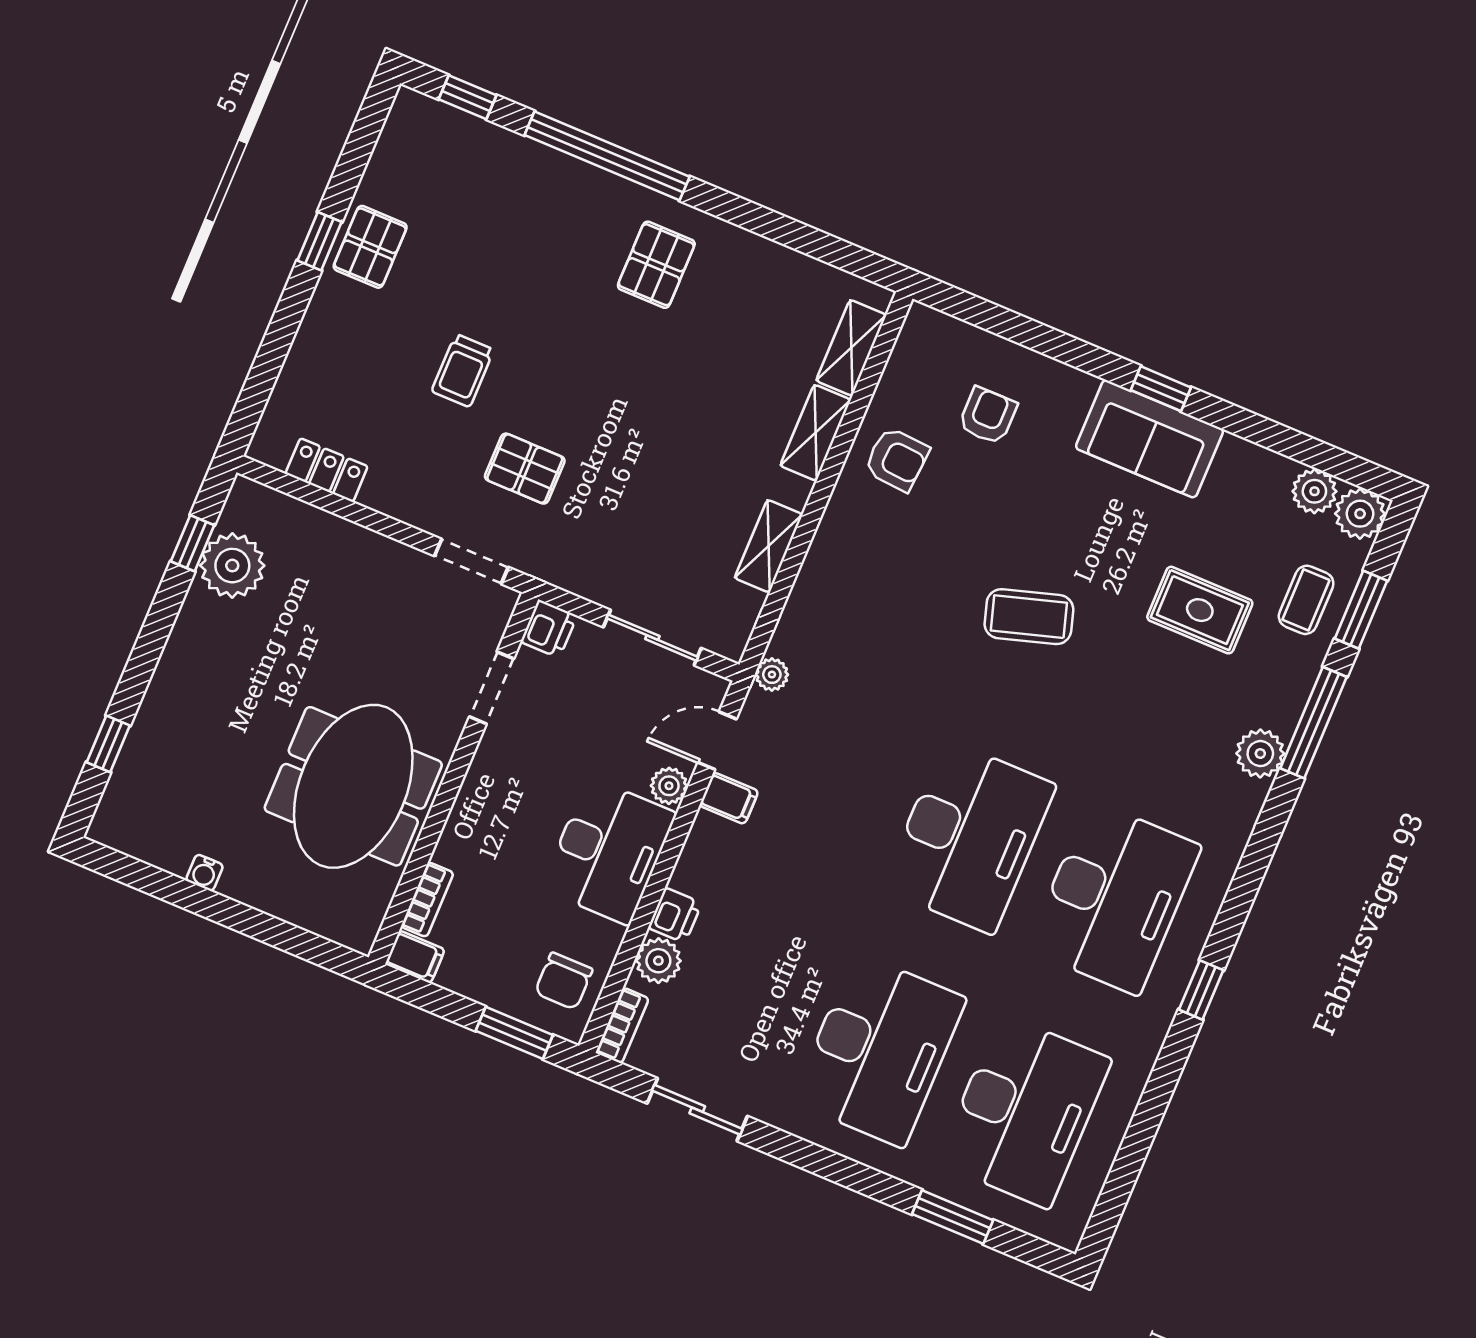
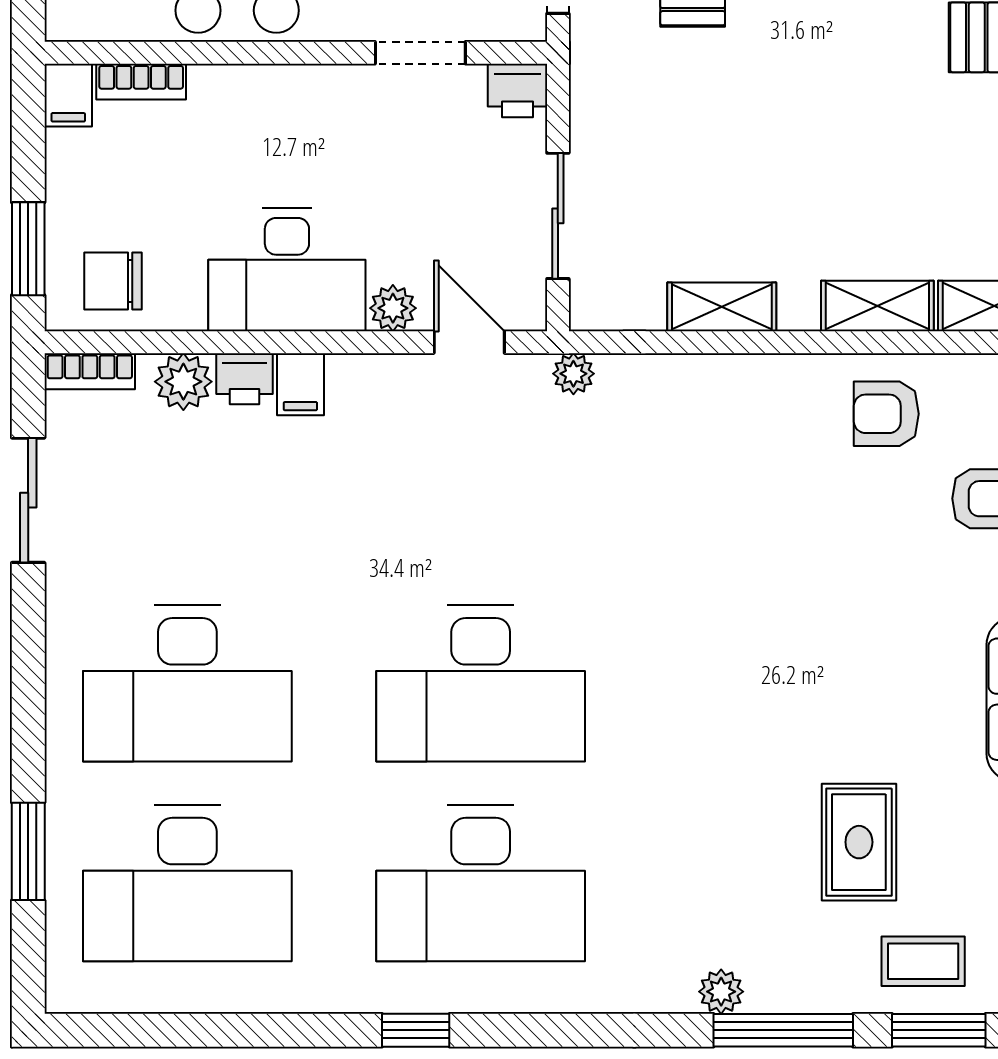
armchair: (897, 459) -> (886, 414), turned 86
coffee table: (1029, 617) -> (767, 646), removed
plant: (1260, 754) -> (721, 992), width x0.73, depth x0.73
filing cabinet: (729, 798) -> (300, 384), moved

